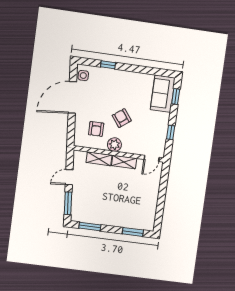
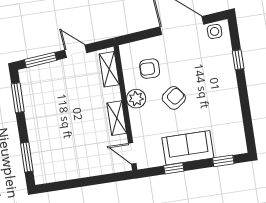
sofa: (163, 94) -> (188, 148), moved
shelving: (99, 159) -> (109, 69), moved

